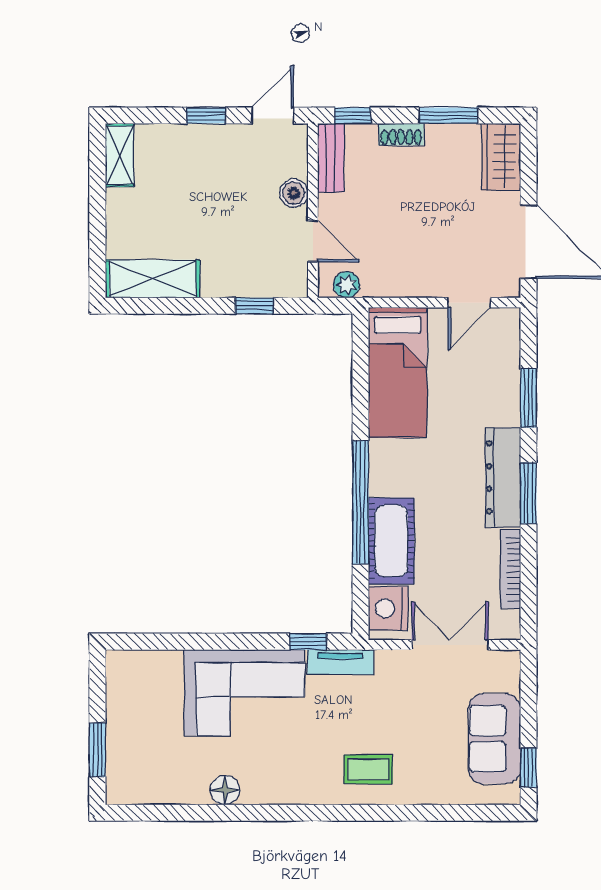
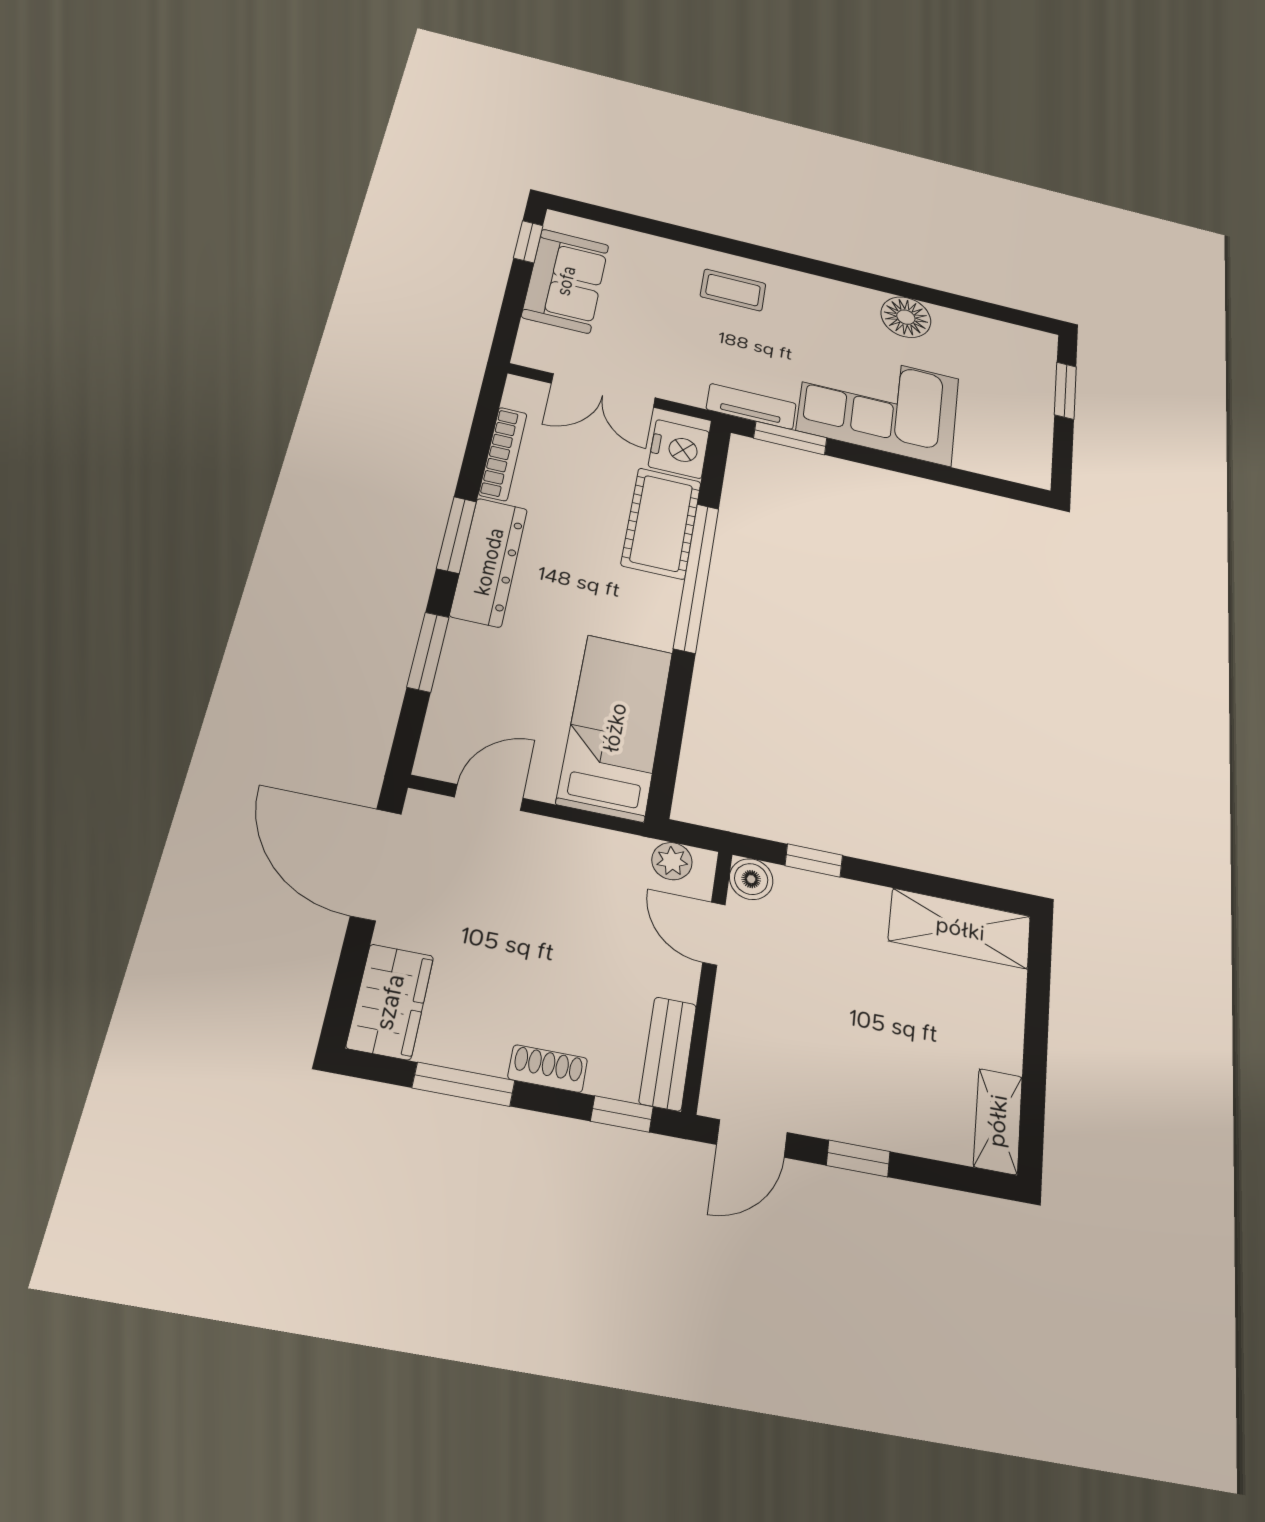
boiler: (294, 193) -> (751, 879), moved
window: (308, 642) -> (790, 438), width x1.50
floor lamp: (225, 790) -> (906, 317), width x1.38, depth x1.38

